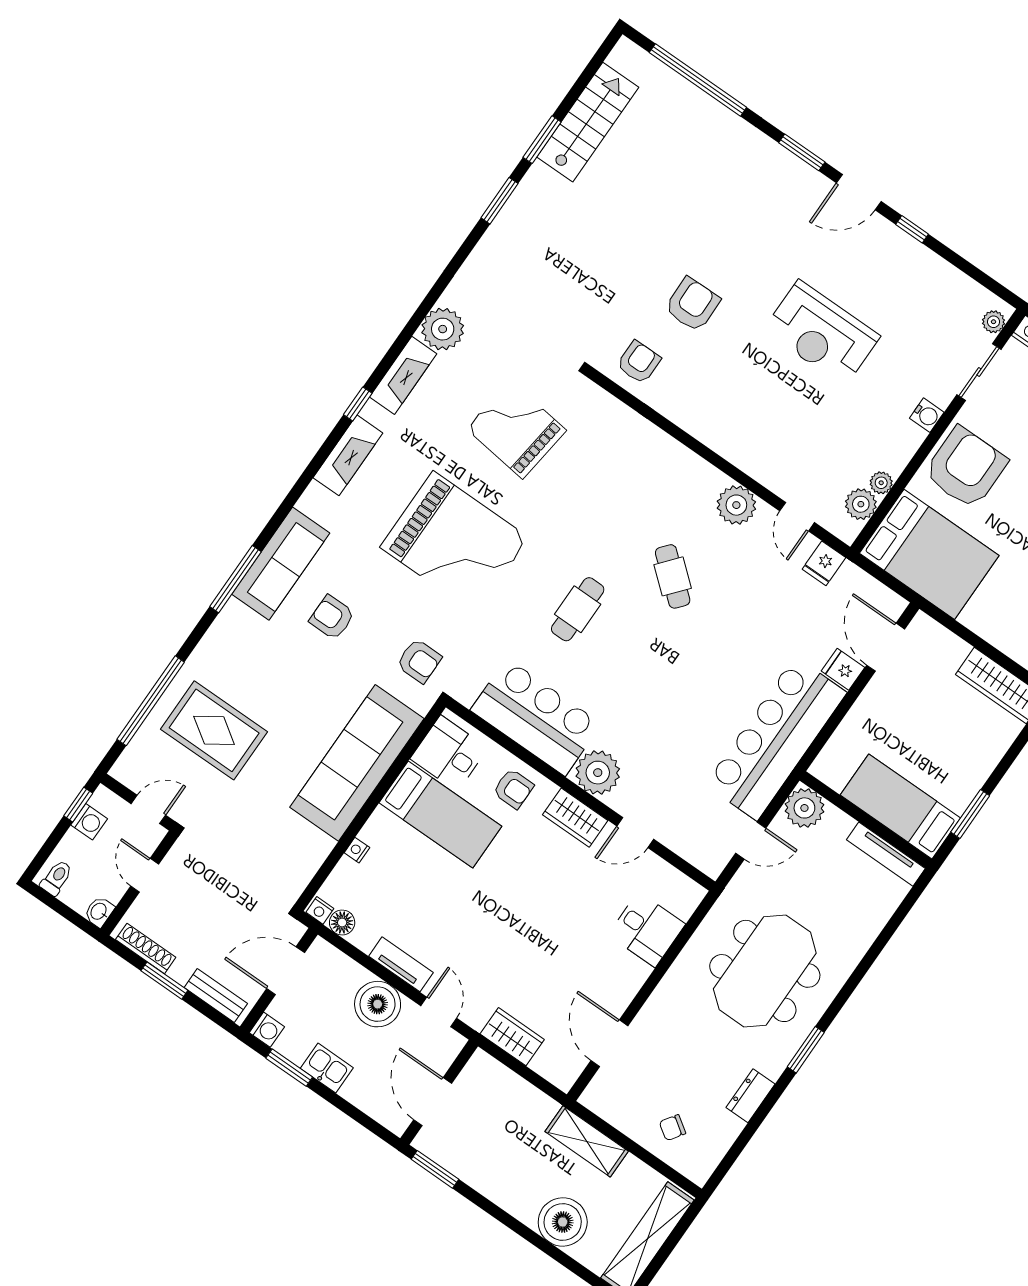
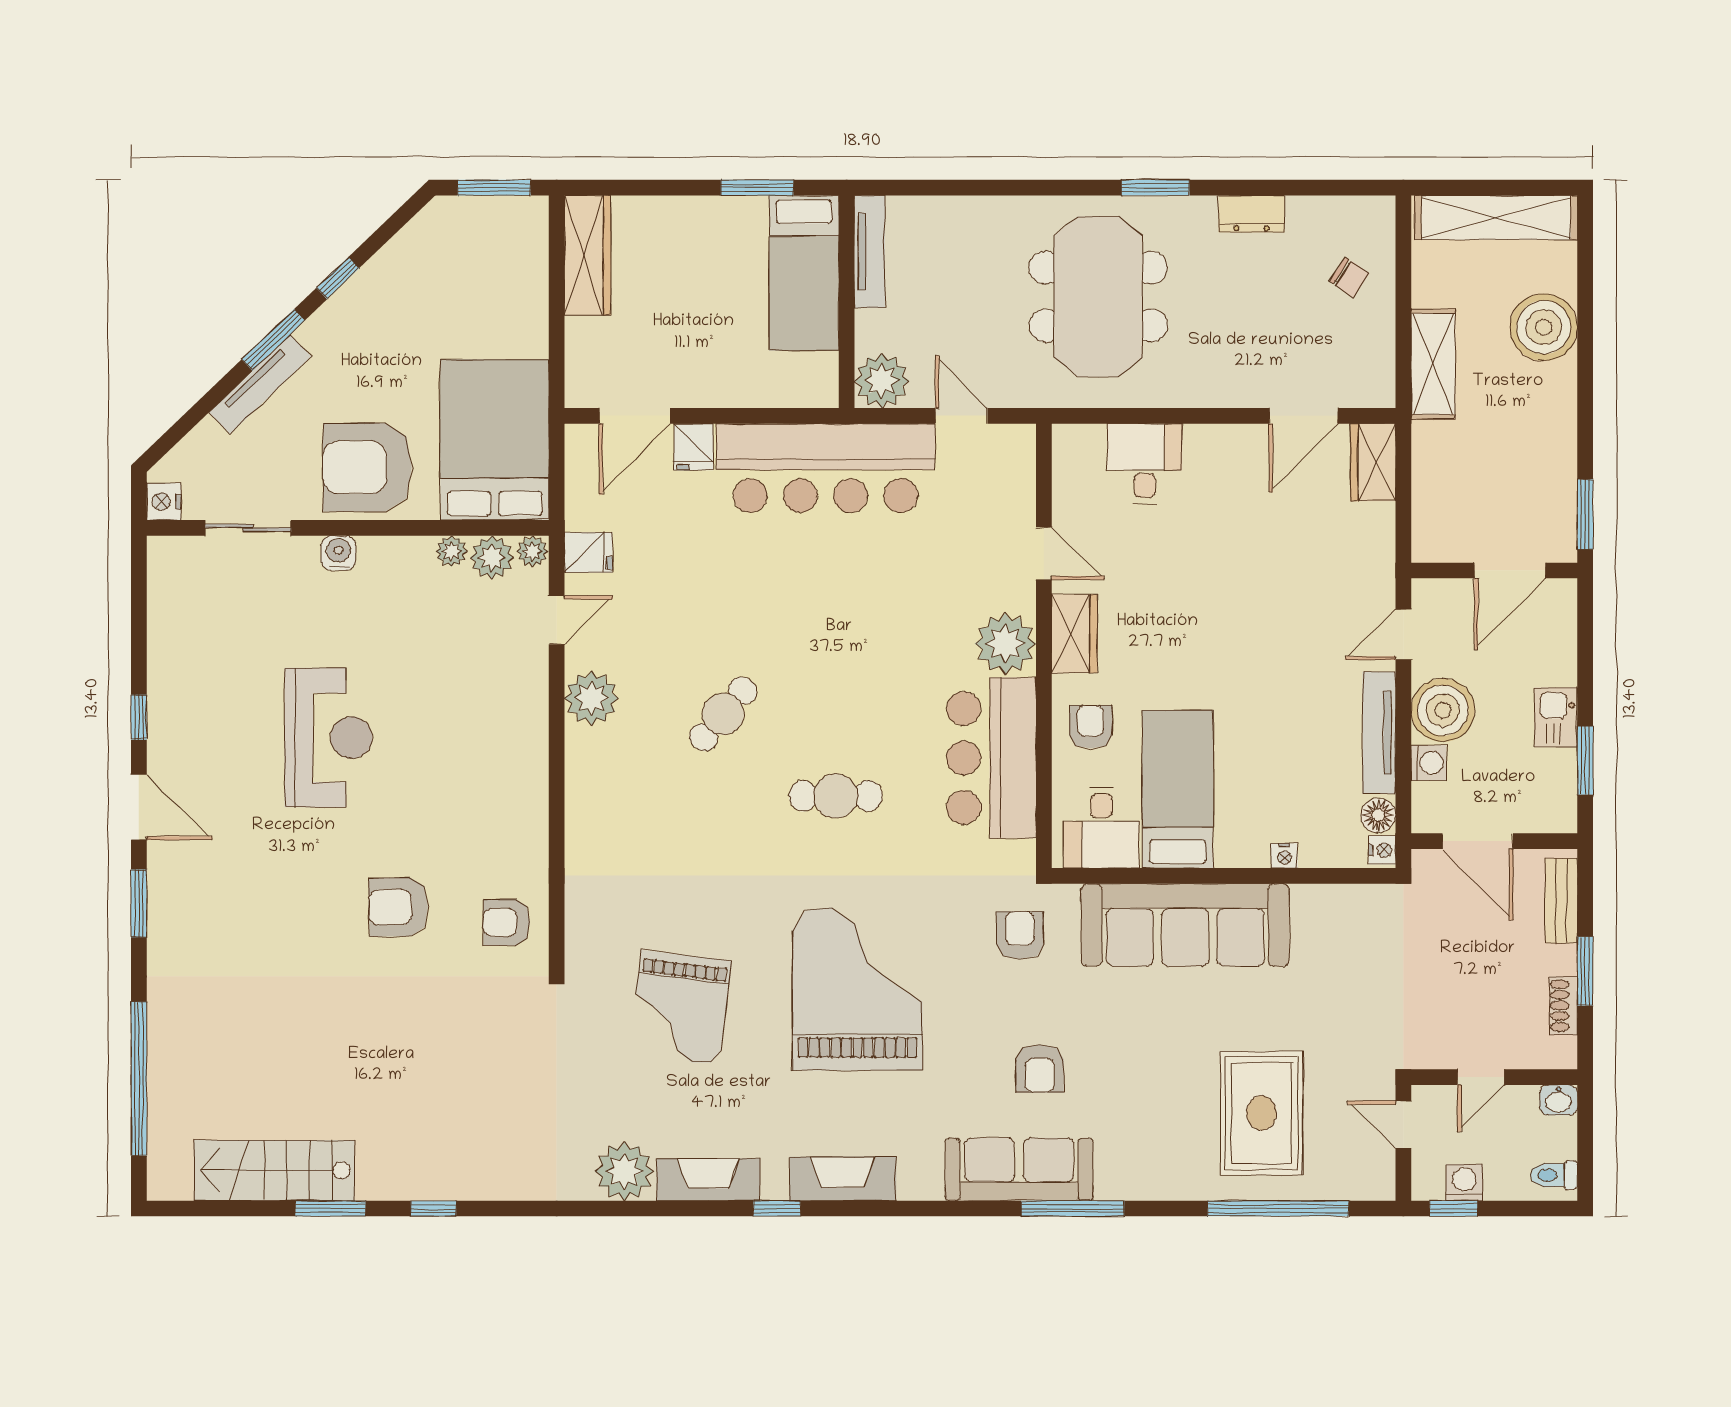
window: (500, 201) -> (433, 1208), width x0.67
plant: (994, 322) -> (532, 551), moved
shoe rack: (146, 948) -> (1563, 1005), width x0.70
tv unit: (401, 964) -> (1379, 733), width x1.41
meeting table: (765, 971) -> (1098, 297), turned 90
washing machine: (267, 1030) -> (1429, 763), moved, turned 90
wardrobe: (512, 1037) -> (1373, 462), moved

